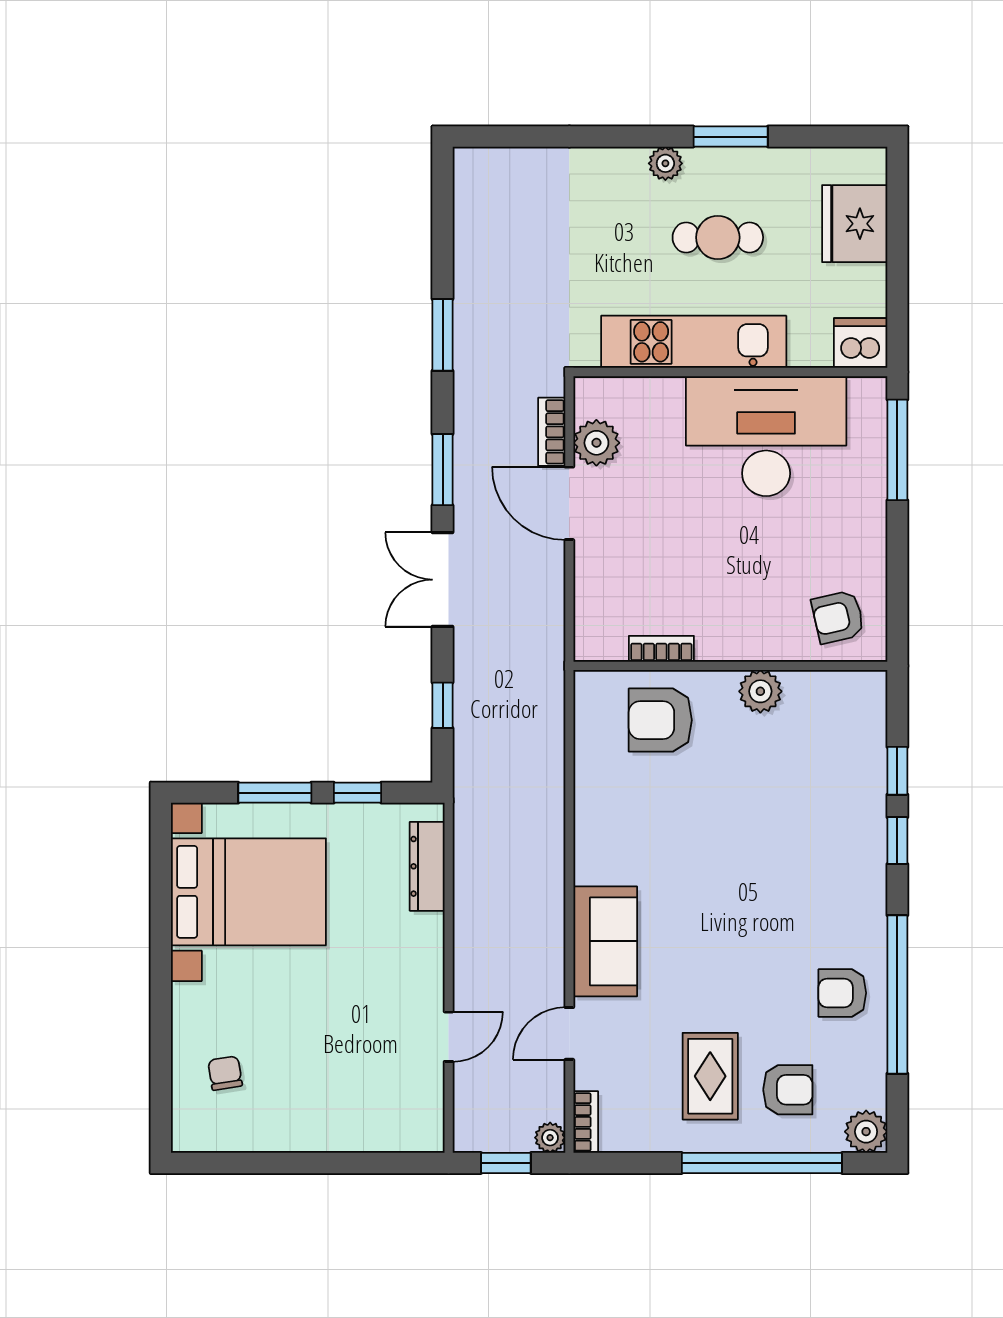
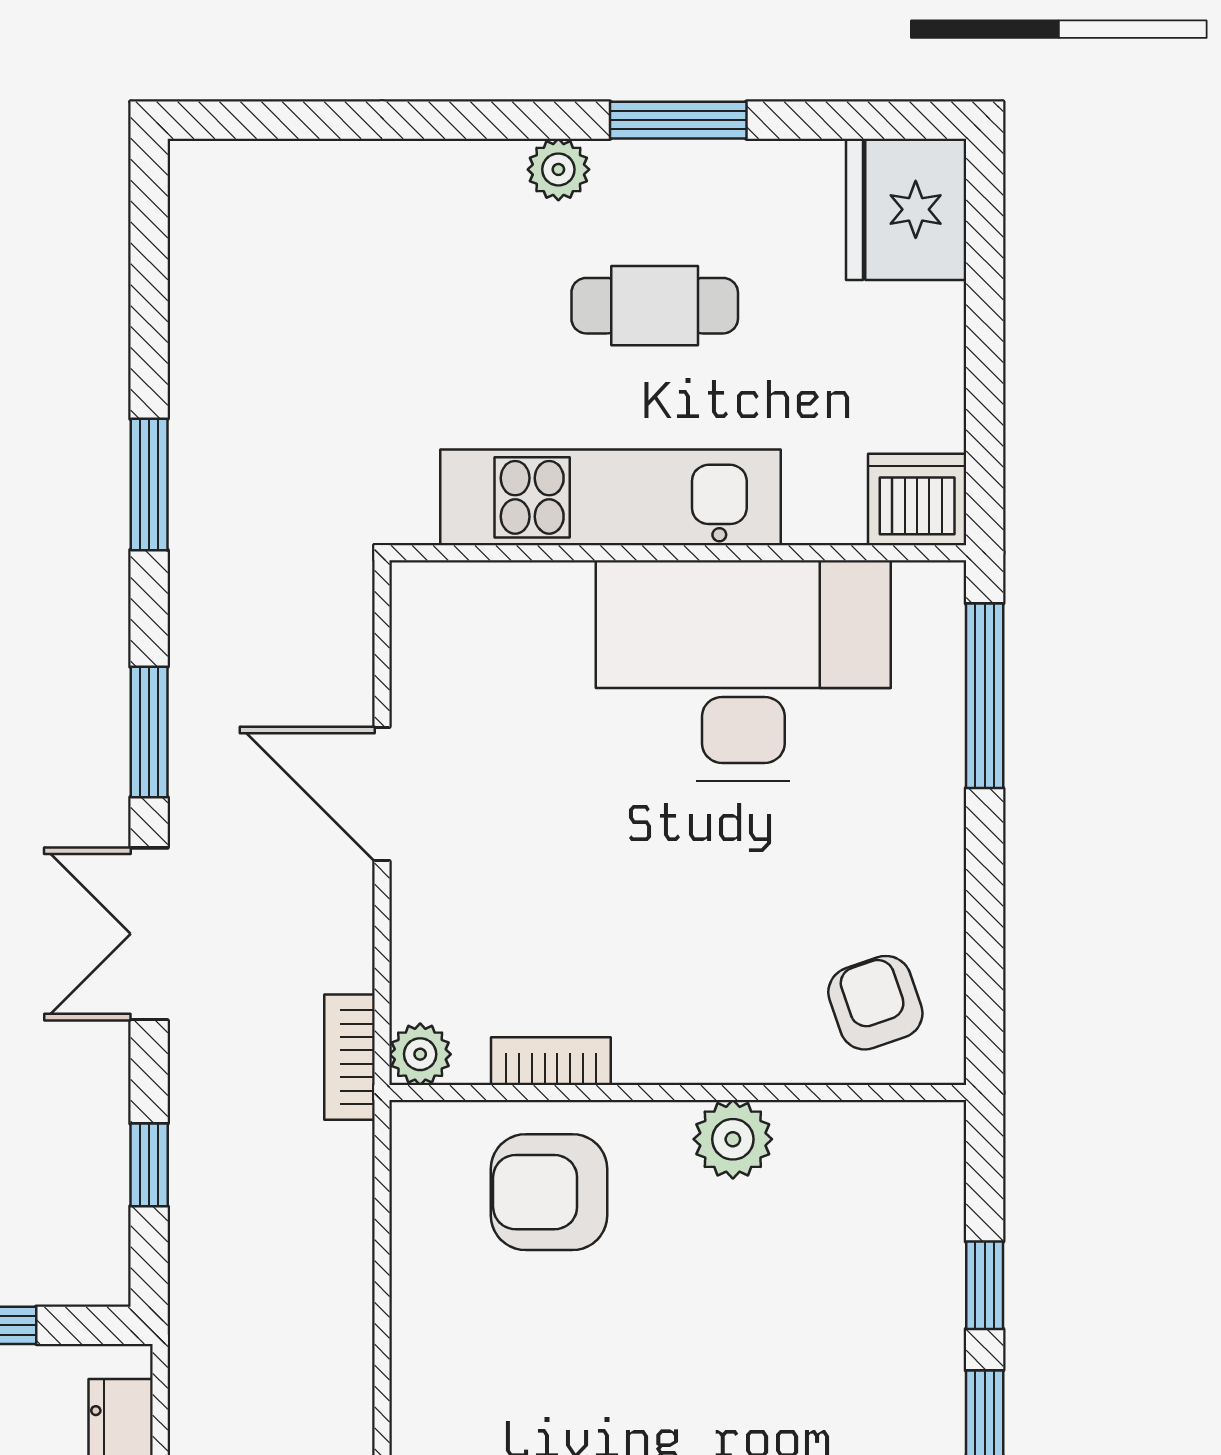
fridge: (855, 224) -> (906, 209), moved
bookcase: (552, 432) -> (349, 1057), moved
plant: (596, 443) -> (420, 1054), moved, width x0.73, depth x0.73
armchair: (838, 617) -> (875, 1003), turned 84

